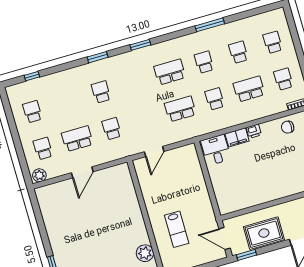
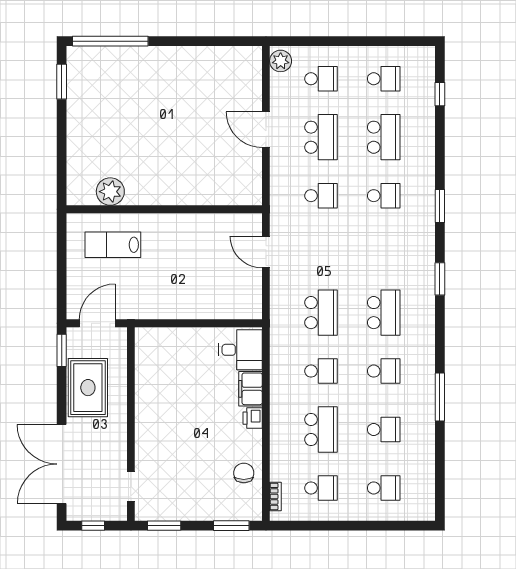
school desk: (67, 102) -> (384, 137), added
lab bench: (177, 229) -> (113, 245), moved

